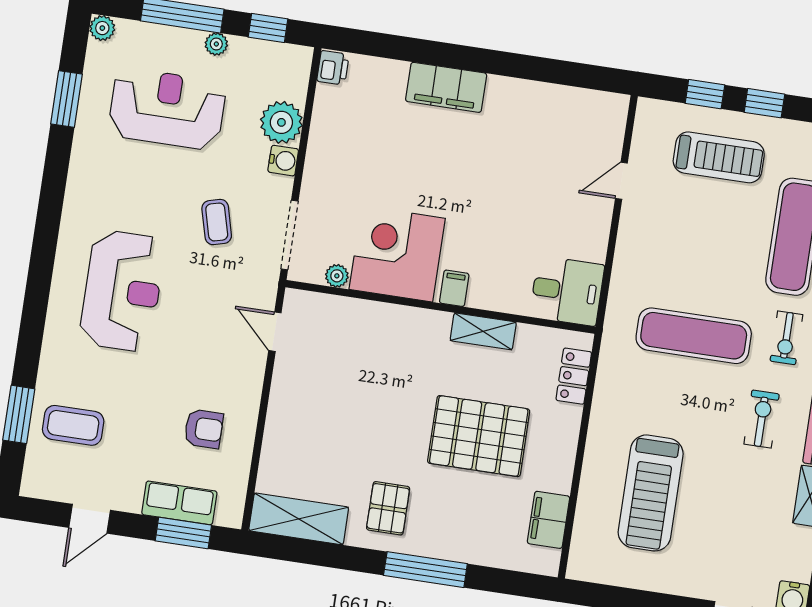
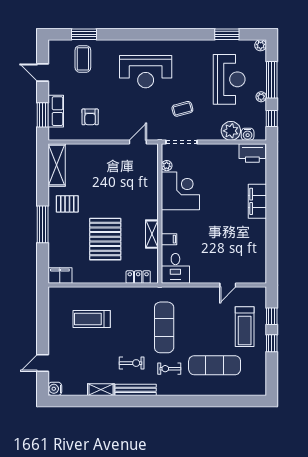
printer: (333, 68) -> (252, 153), width x1.87, depth x1.48
water cooler: (283, 161) -> (248, 134), moved
door: (621, 181) -> (228, 285), swing flipped
filing cabinet: (454, 288) -> (169, 239), moved
treadmill: (651, 493) -> (92, 319), width x0.73, depth x0.73
filing cabinet: (549, 520) -> (60, 276), moved

